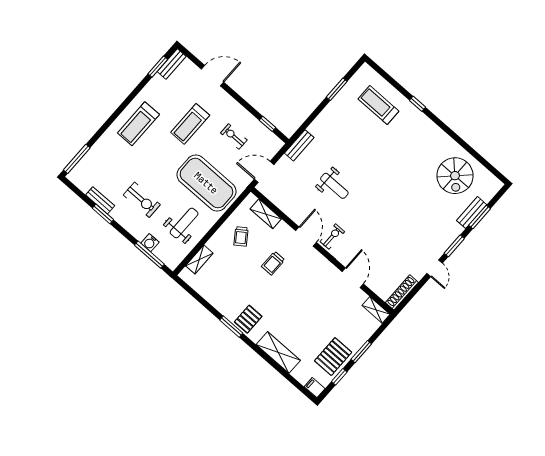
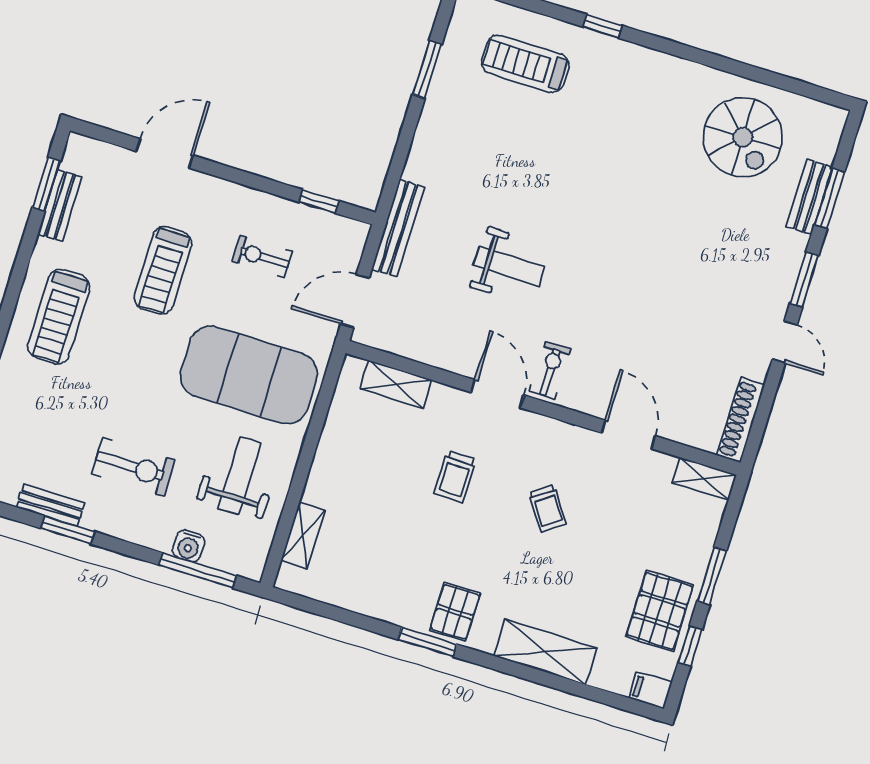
bench: (172, 64) -> (60, 206), moved
bench: (299, 145) -> (398, 228), width x1.36
trolley: (241, 236) -> (547, 508), moved

